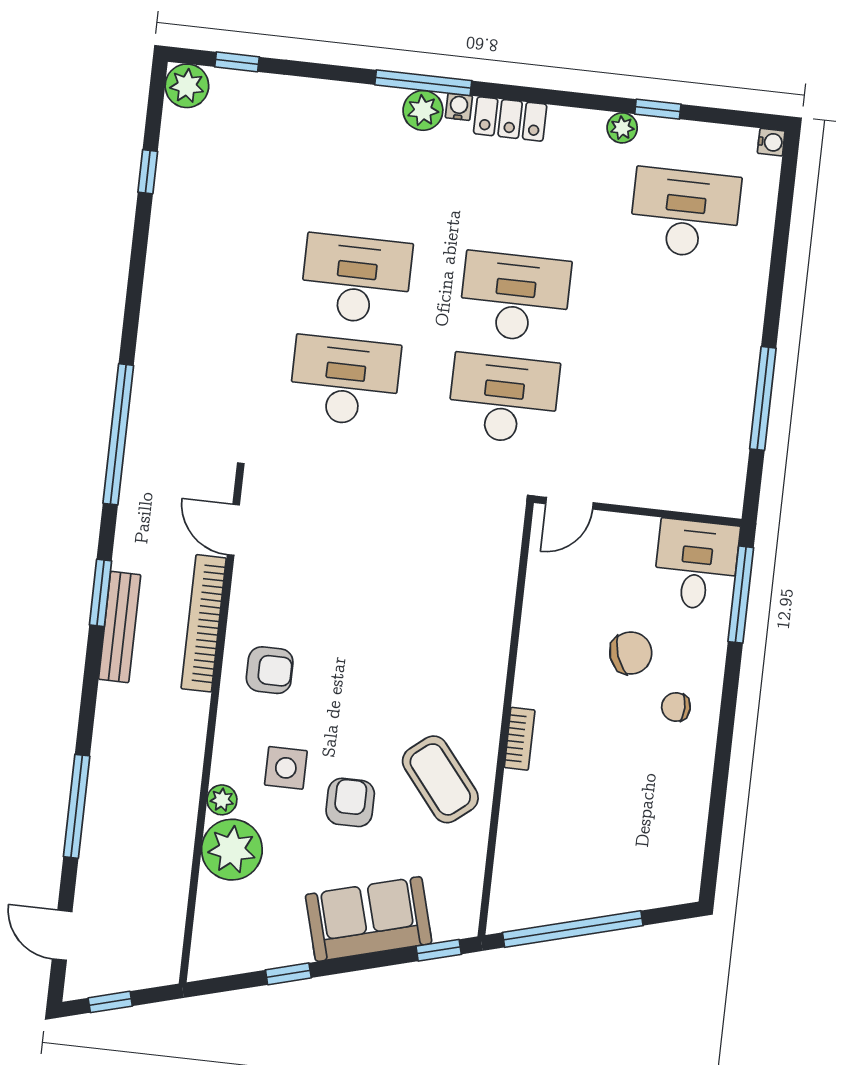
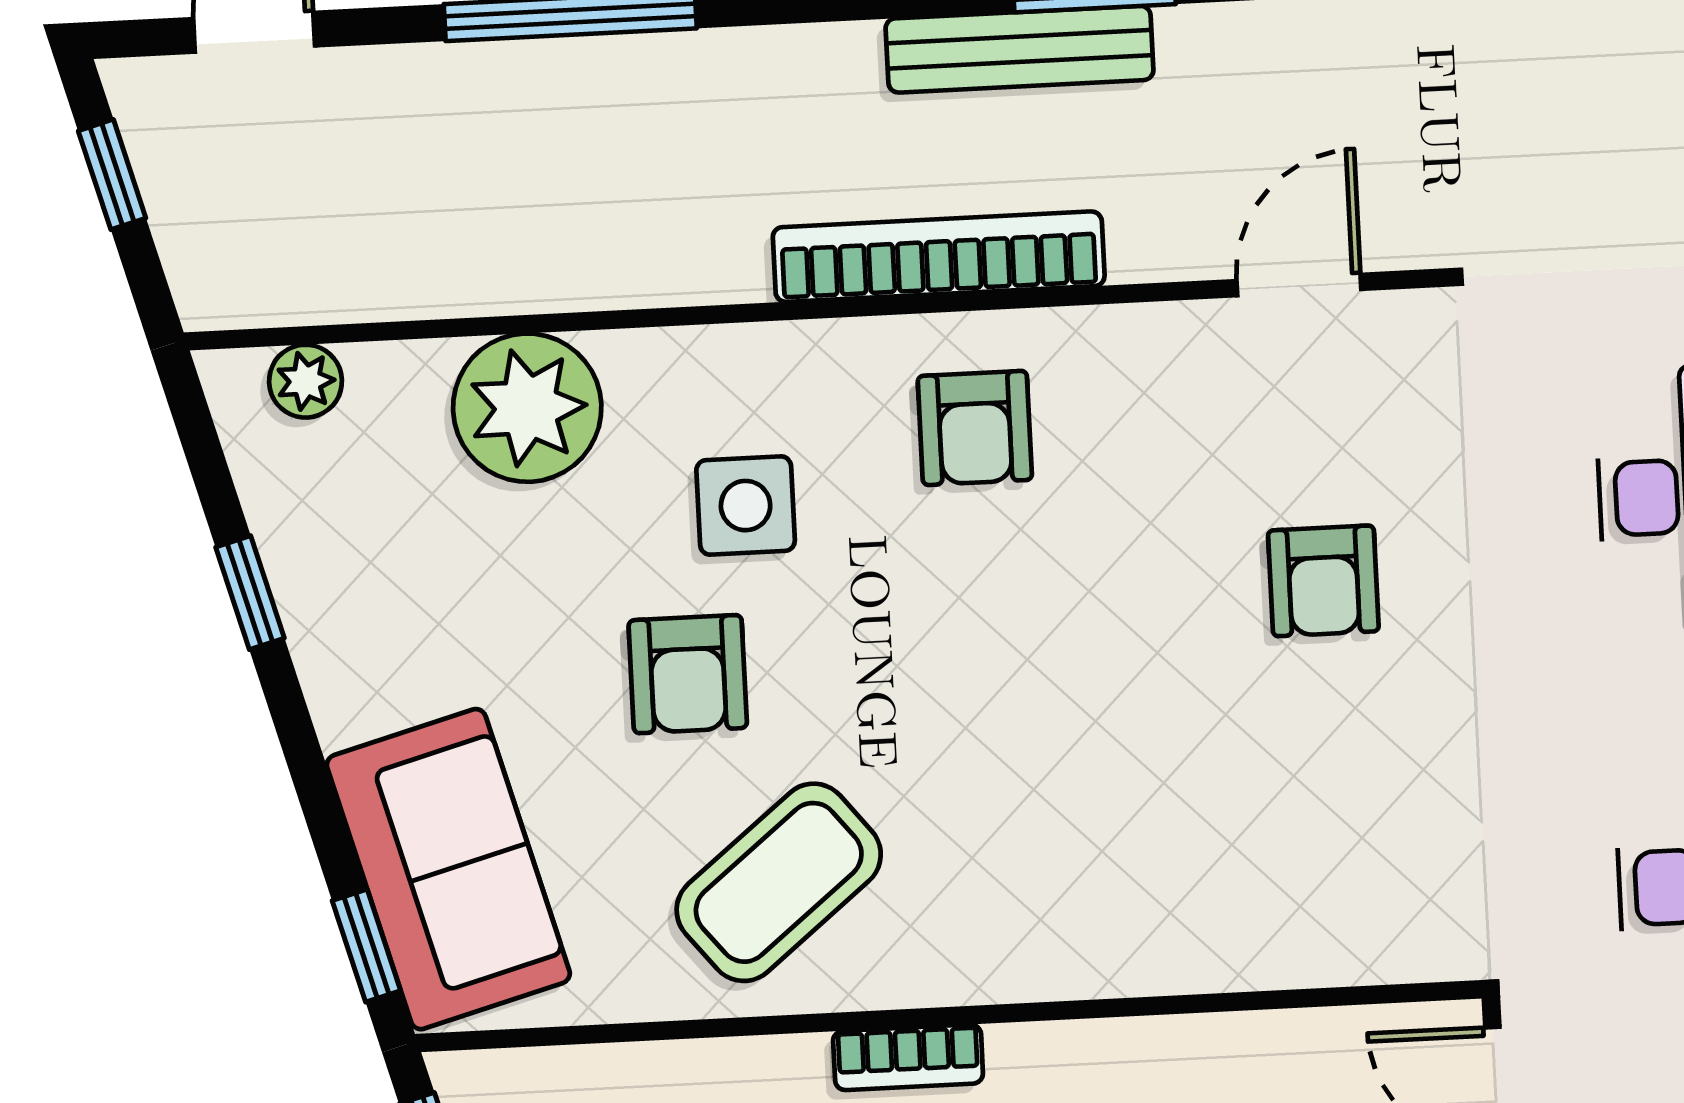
armchair: (355, 539) -> (1323, 581), added
bookcase: (204, 623) -> (939, 257), moved
plant: (222, 800) -> (306, 381), moved
armchair: (350, 802) -> (688, 674), turned 90
sofa: (369, 919) -> (448, 869), moved

